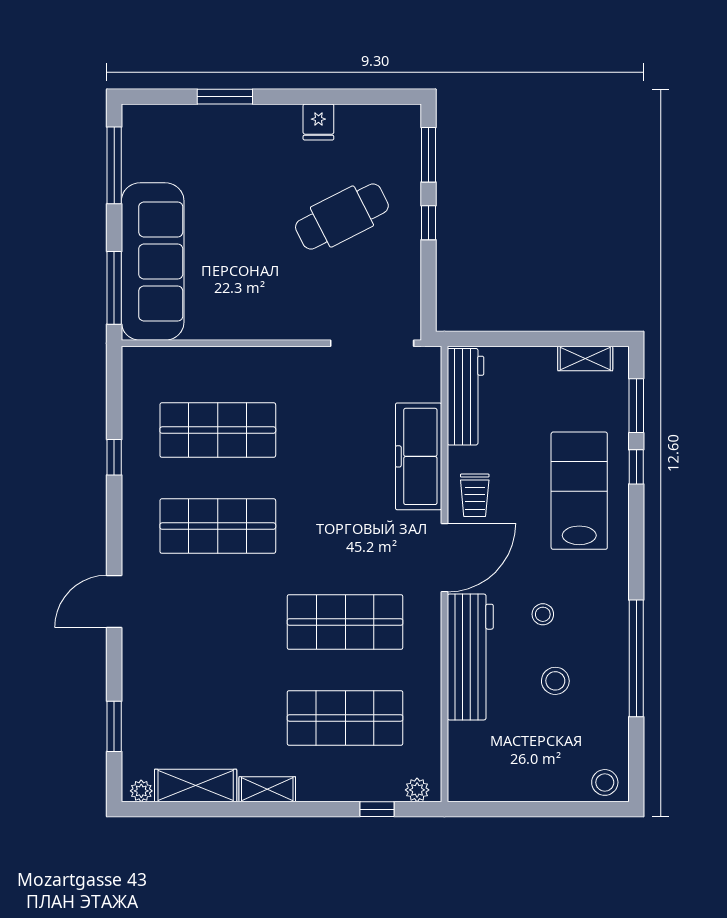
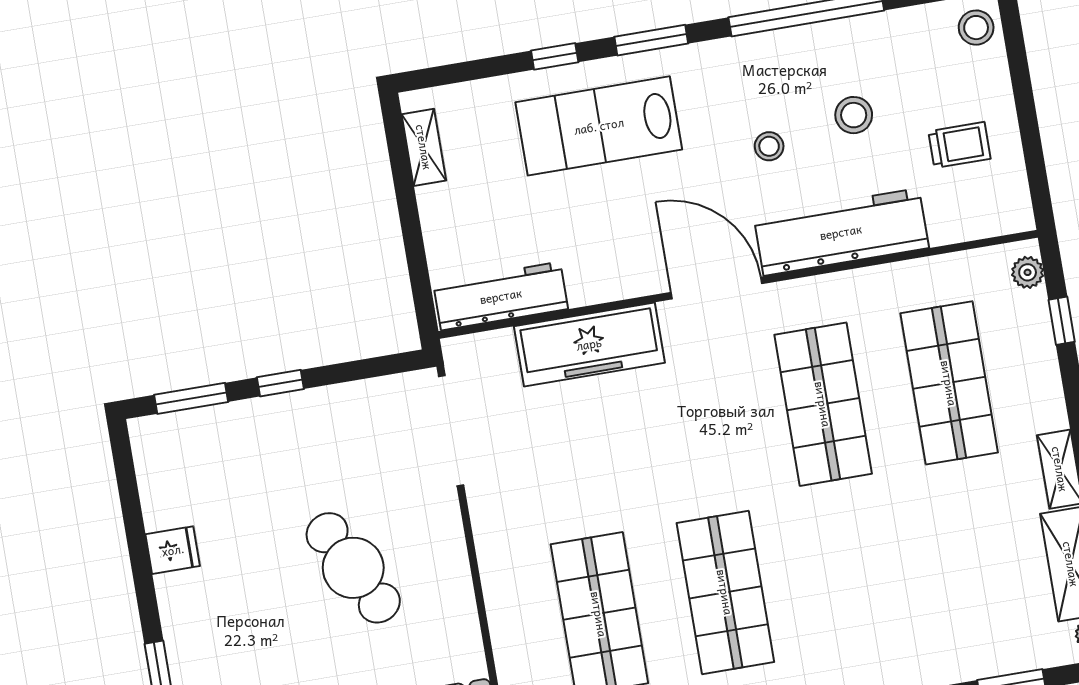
cafe table: (342, 216) -> (353, 568), moved
window: (636, 406) -> (651, 40), moved
trolley: (475, 495) -> (960, 145), moved

